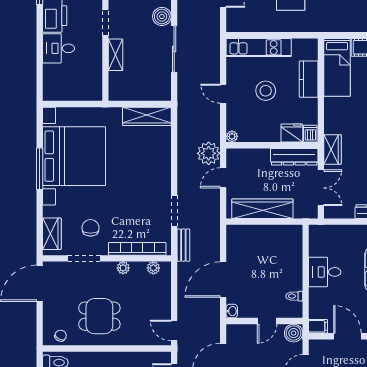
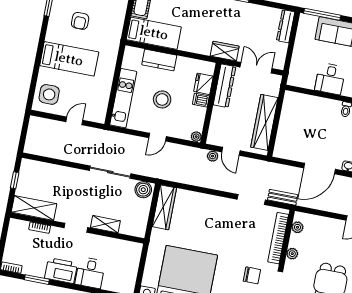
boiler: (162, 16) -> (143, 190), moved
dishwasher: (310, 134) -> (201, 100), moved
plant: (209, 153) -> (213, 156), width x0.53, depth x0.53
chair: (91, 228) -> (252, 275), turned 180
door: (223, 280) -> (320, 169), hinge flipped

